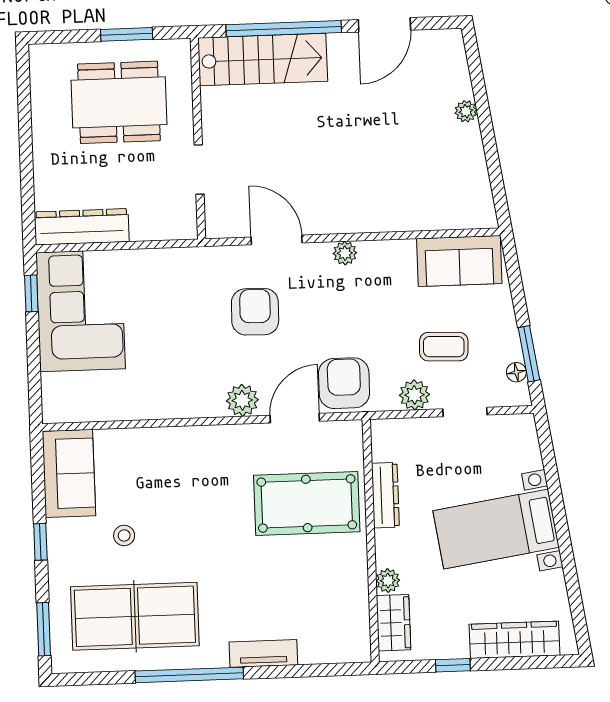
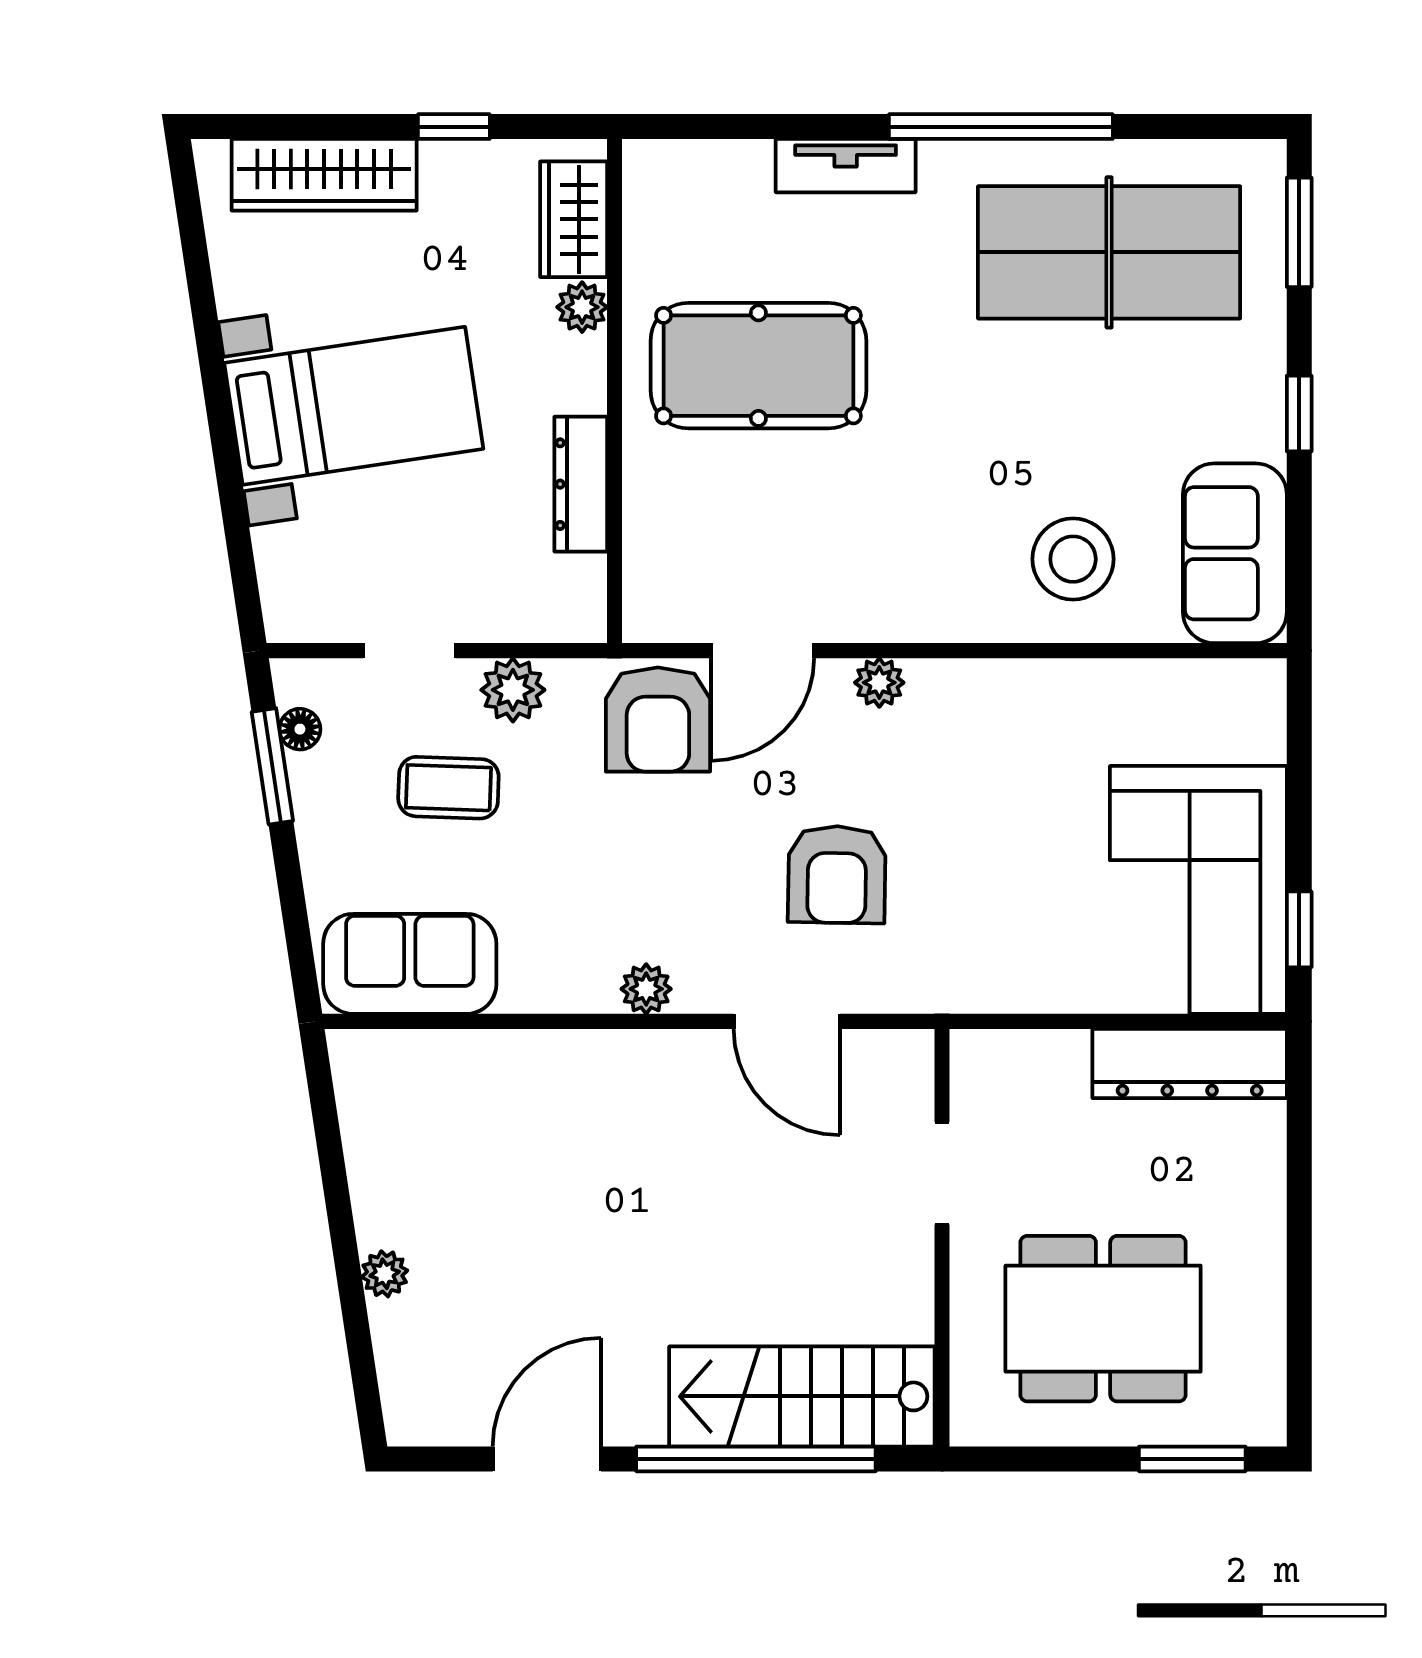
window: (127, 34) -> (1192, 1459), moved
plant: (242, 400) -> (879, 683), width x0.73, depth x0.73
pool table: (307, 503) -> (758, 366), moved
stool: (124, 535) -> (1073, 559), moved, width x1.89, depth x1.89

